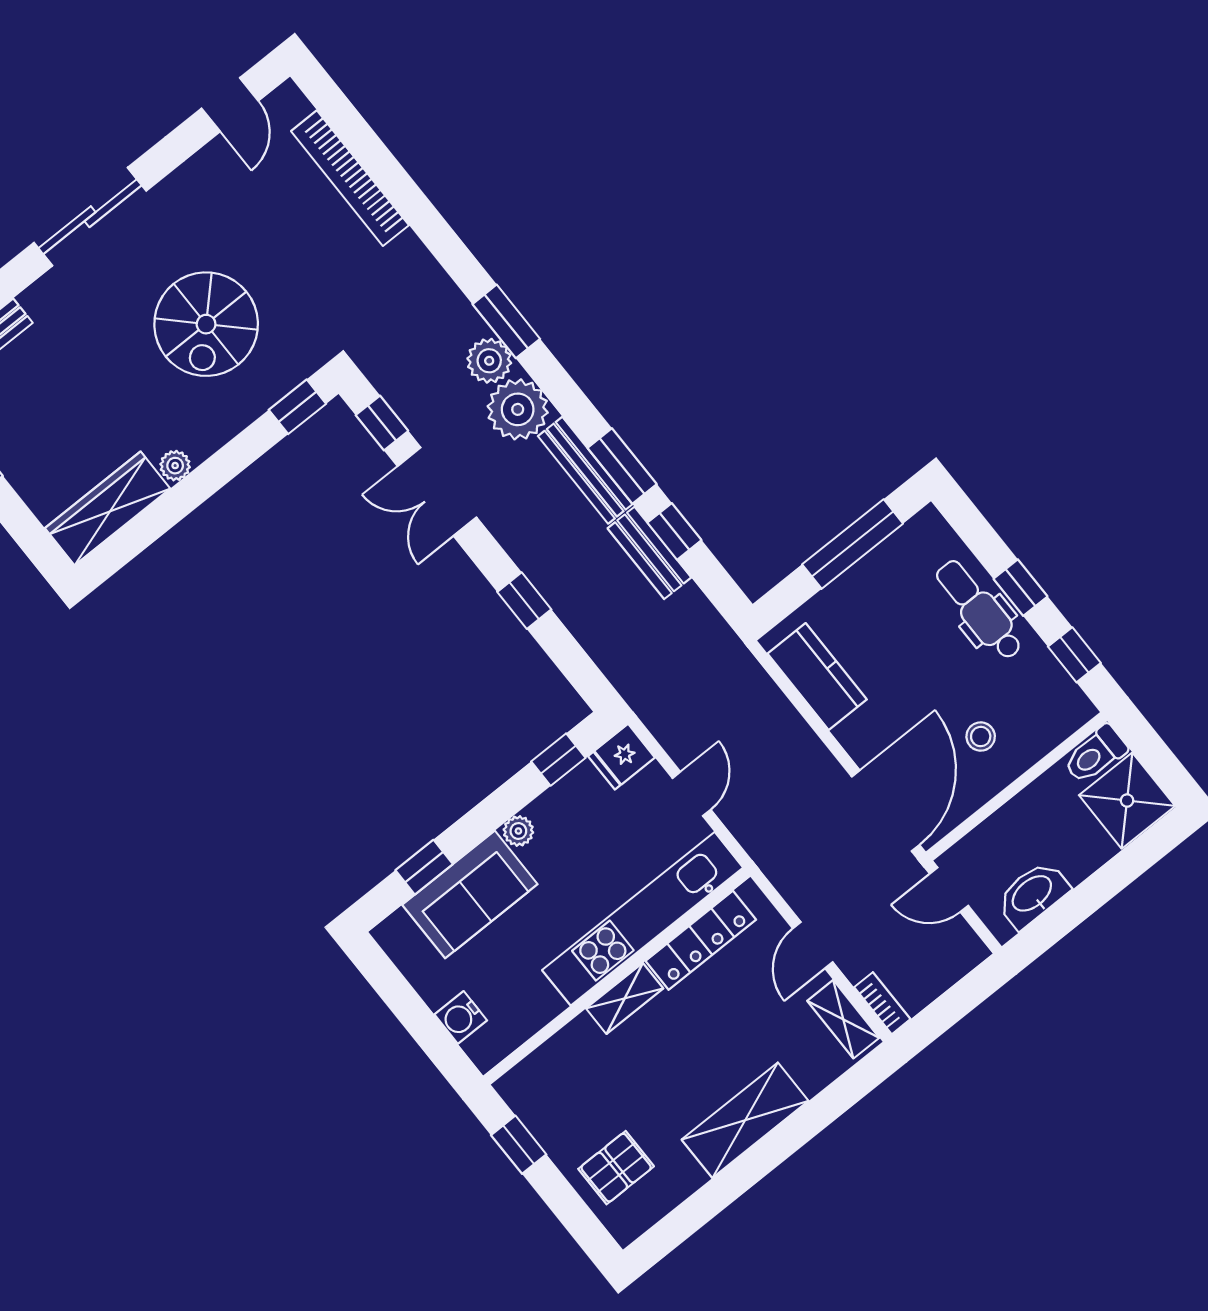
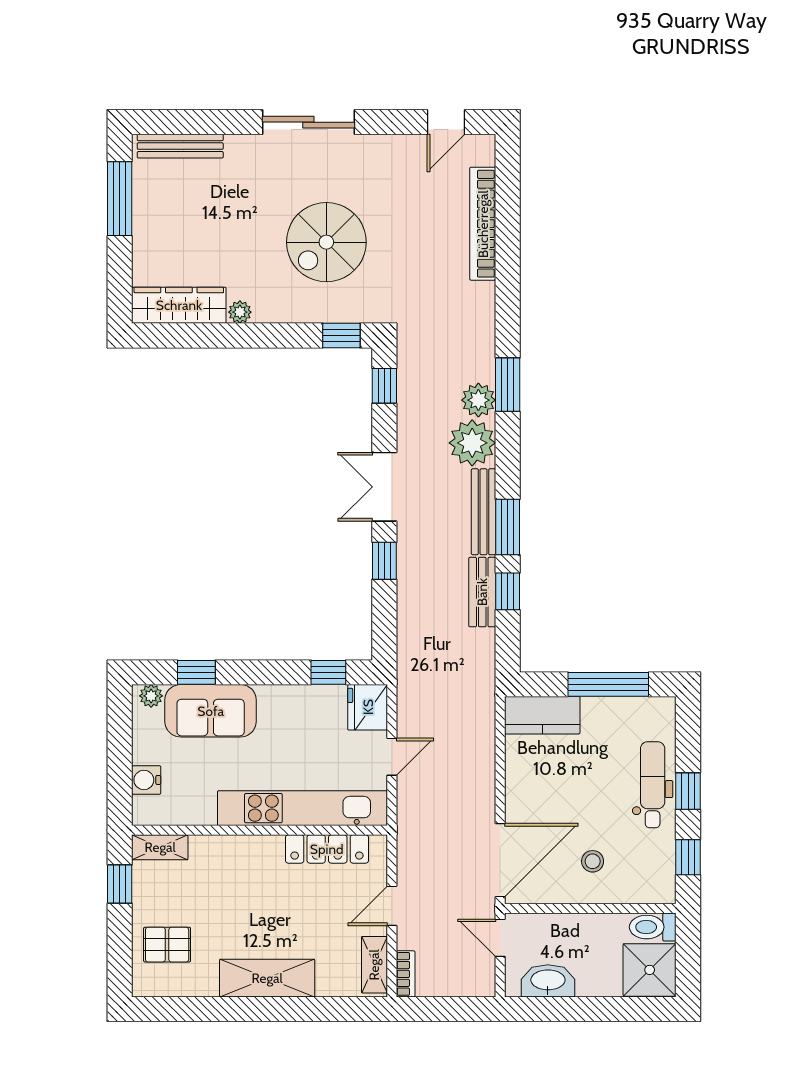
double door: (437, 492) -> (384, 487), moved
kitchen counter: (817, 676) -> (542, 715), moved, turned 90
fridge: (621, 757) -> (368, 707), width x1.38
plant: (518, 831) -> (151, 696), moved
shelving: (625, 998) -> (160, 847), moved

